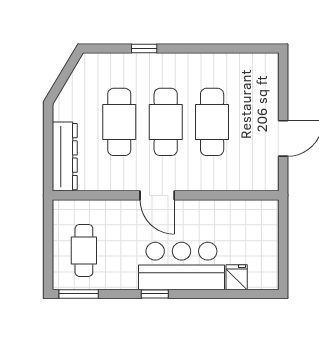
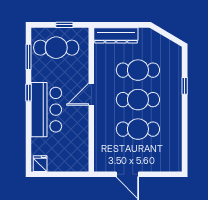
window: (48, 238) -> (64, 25), added
cafe table: (84, 250) -> (56, 48), width x1.37, depth x1.35
fridge: (237, 277) -> (40, 164), moved, turned -90
window: (79, 294) -> (29, 57), moved

